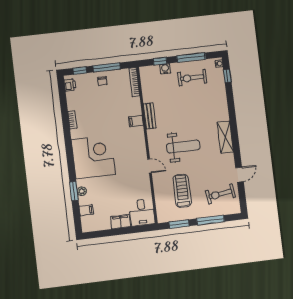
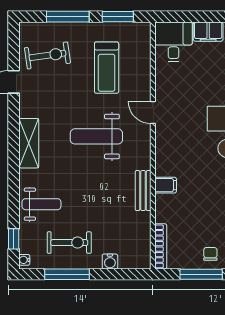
window: (160, 61) -> (116, 274), removed
weight bench: (213, 100) -> (41, 204), added

